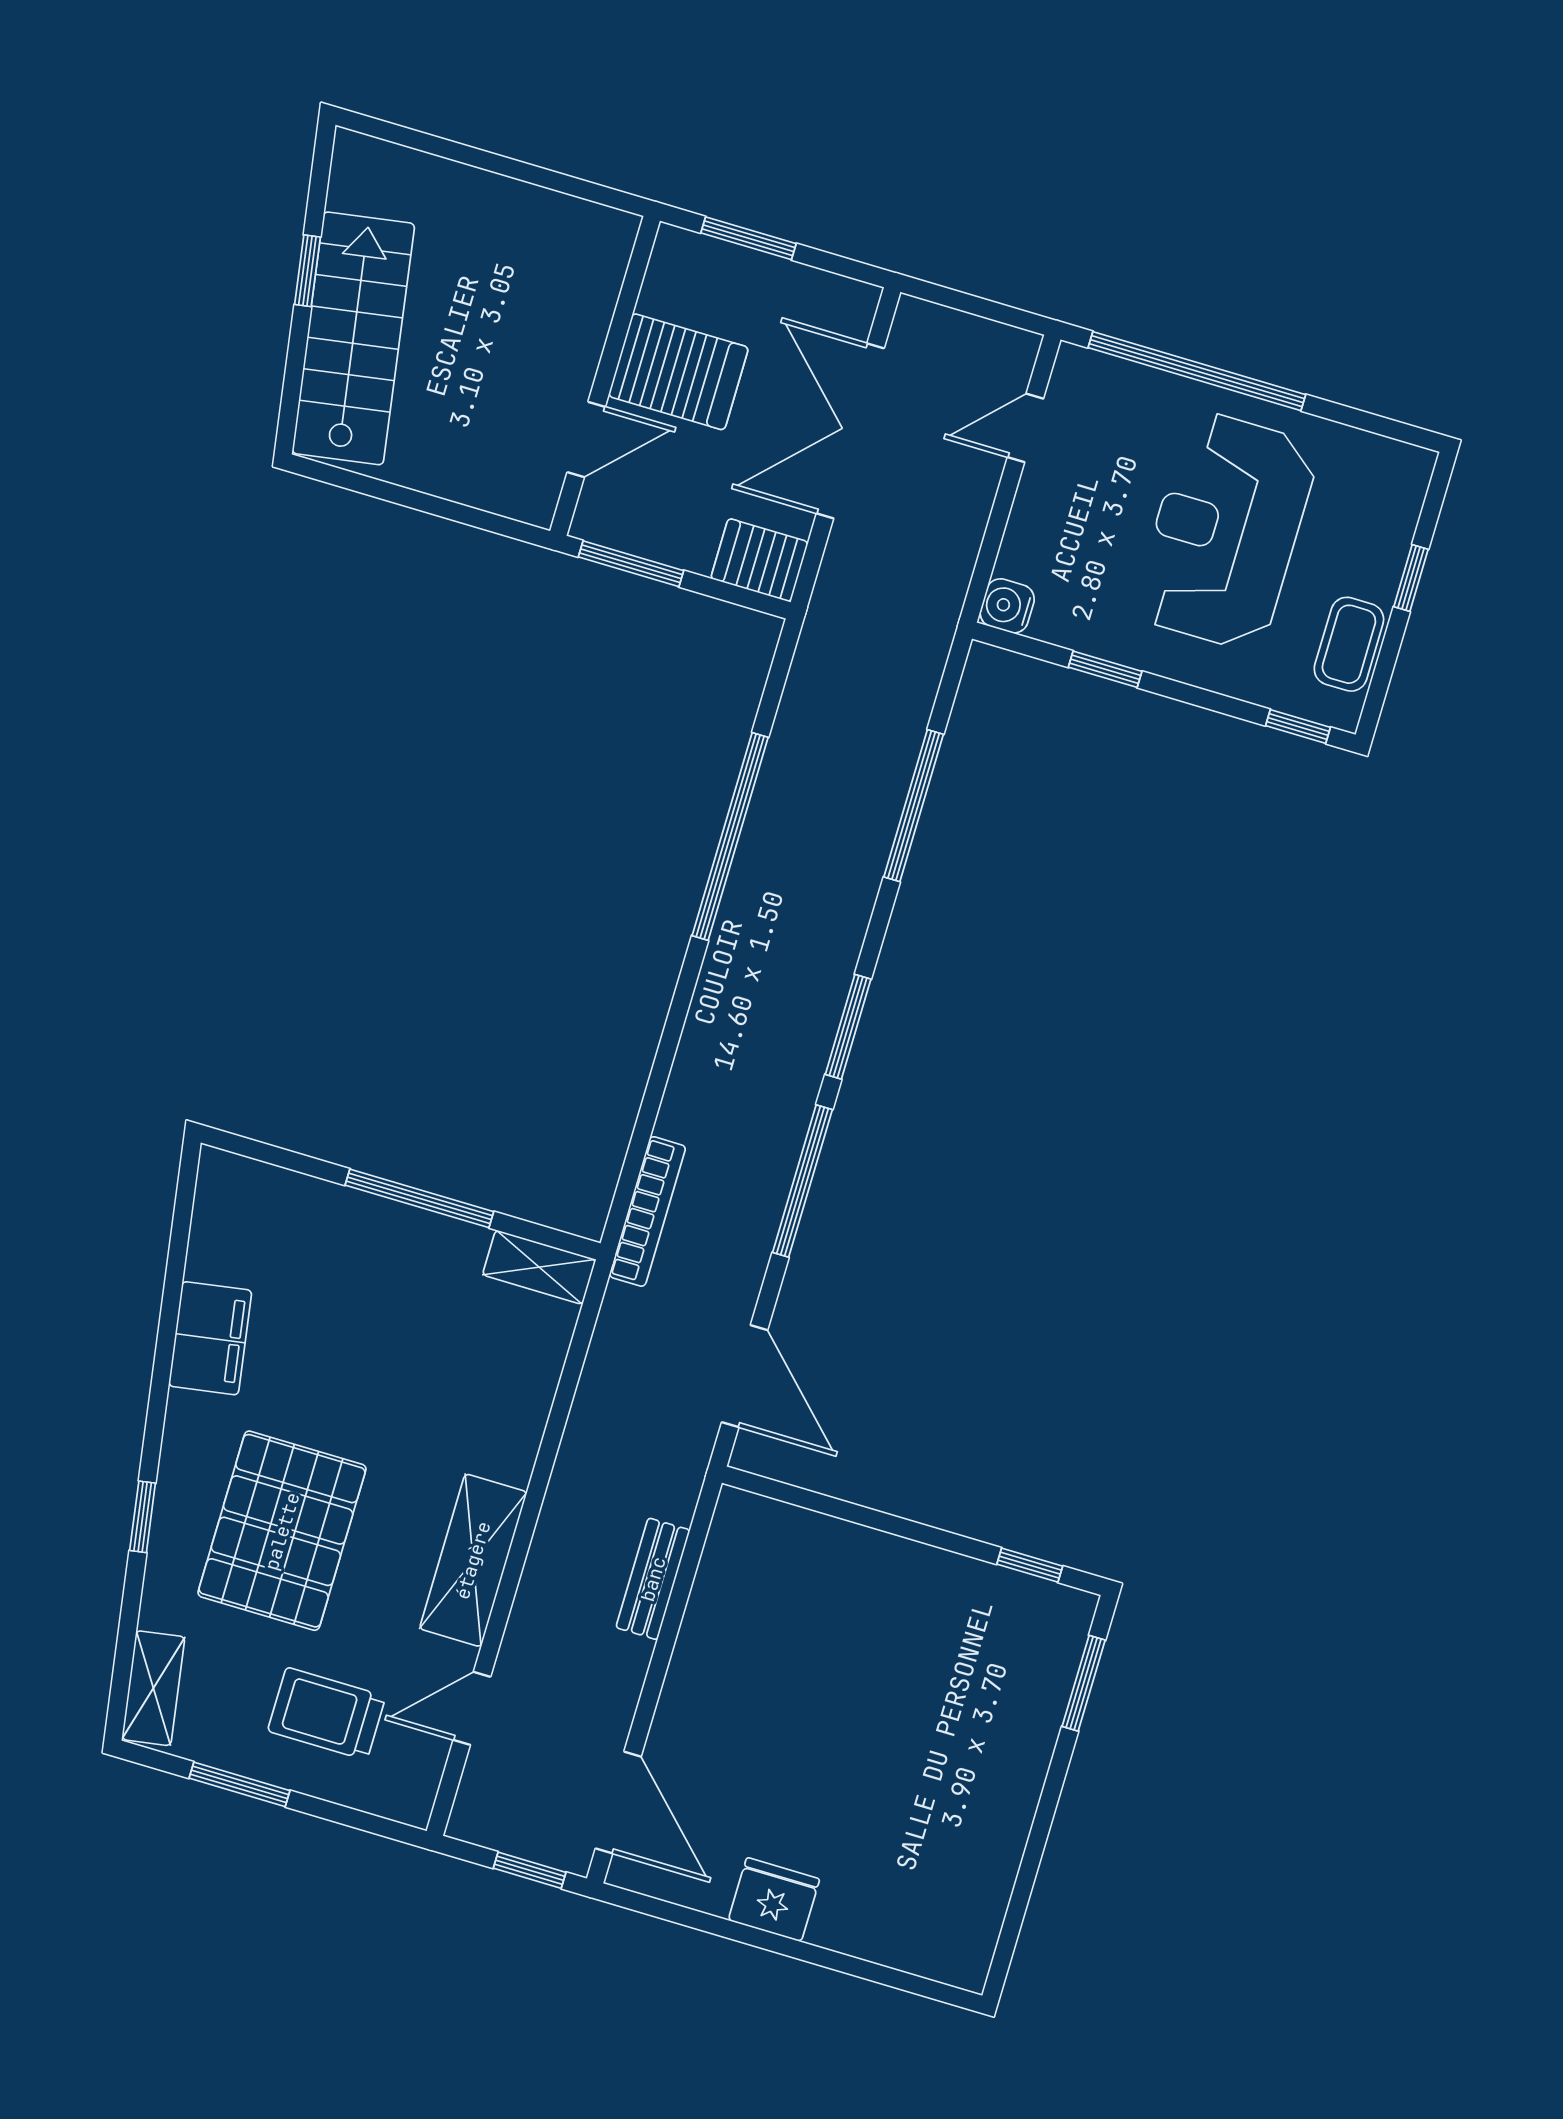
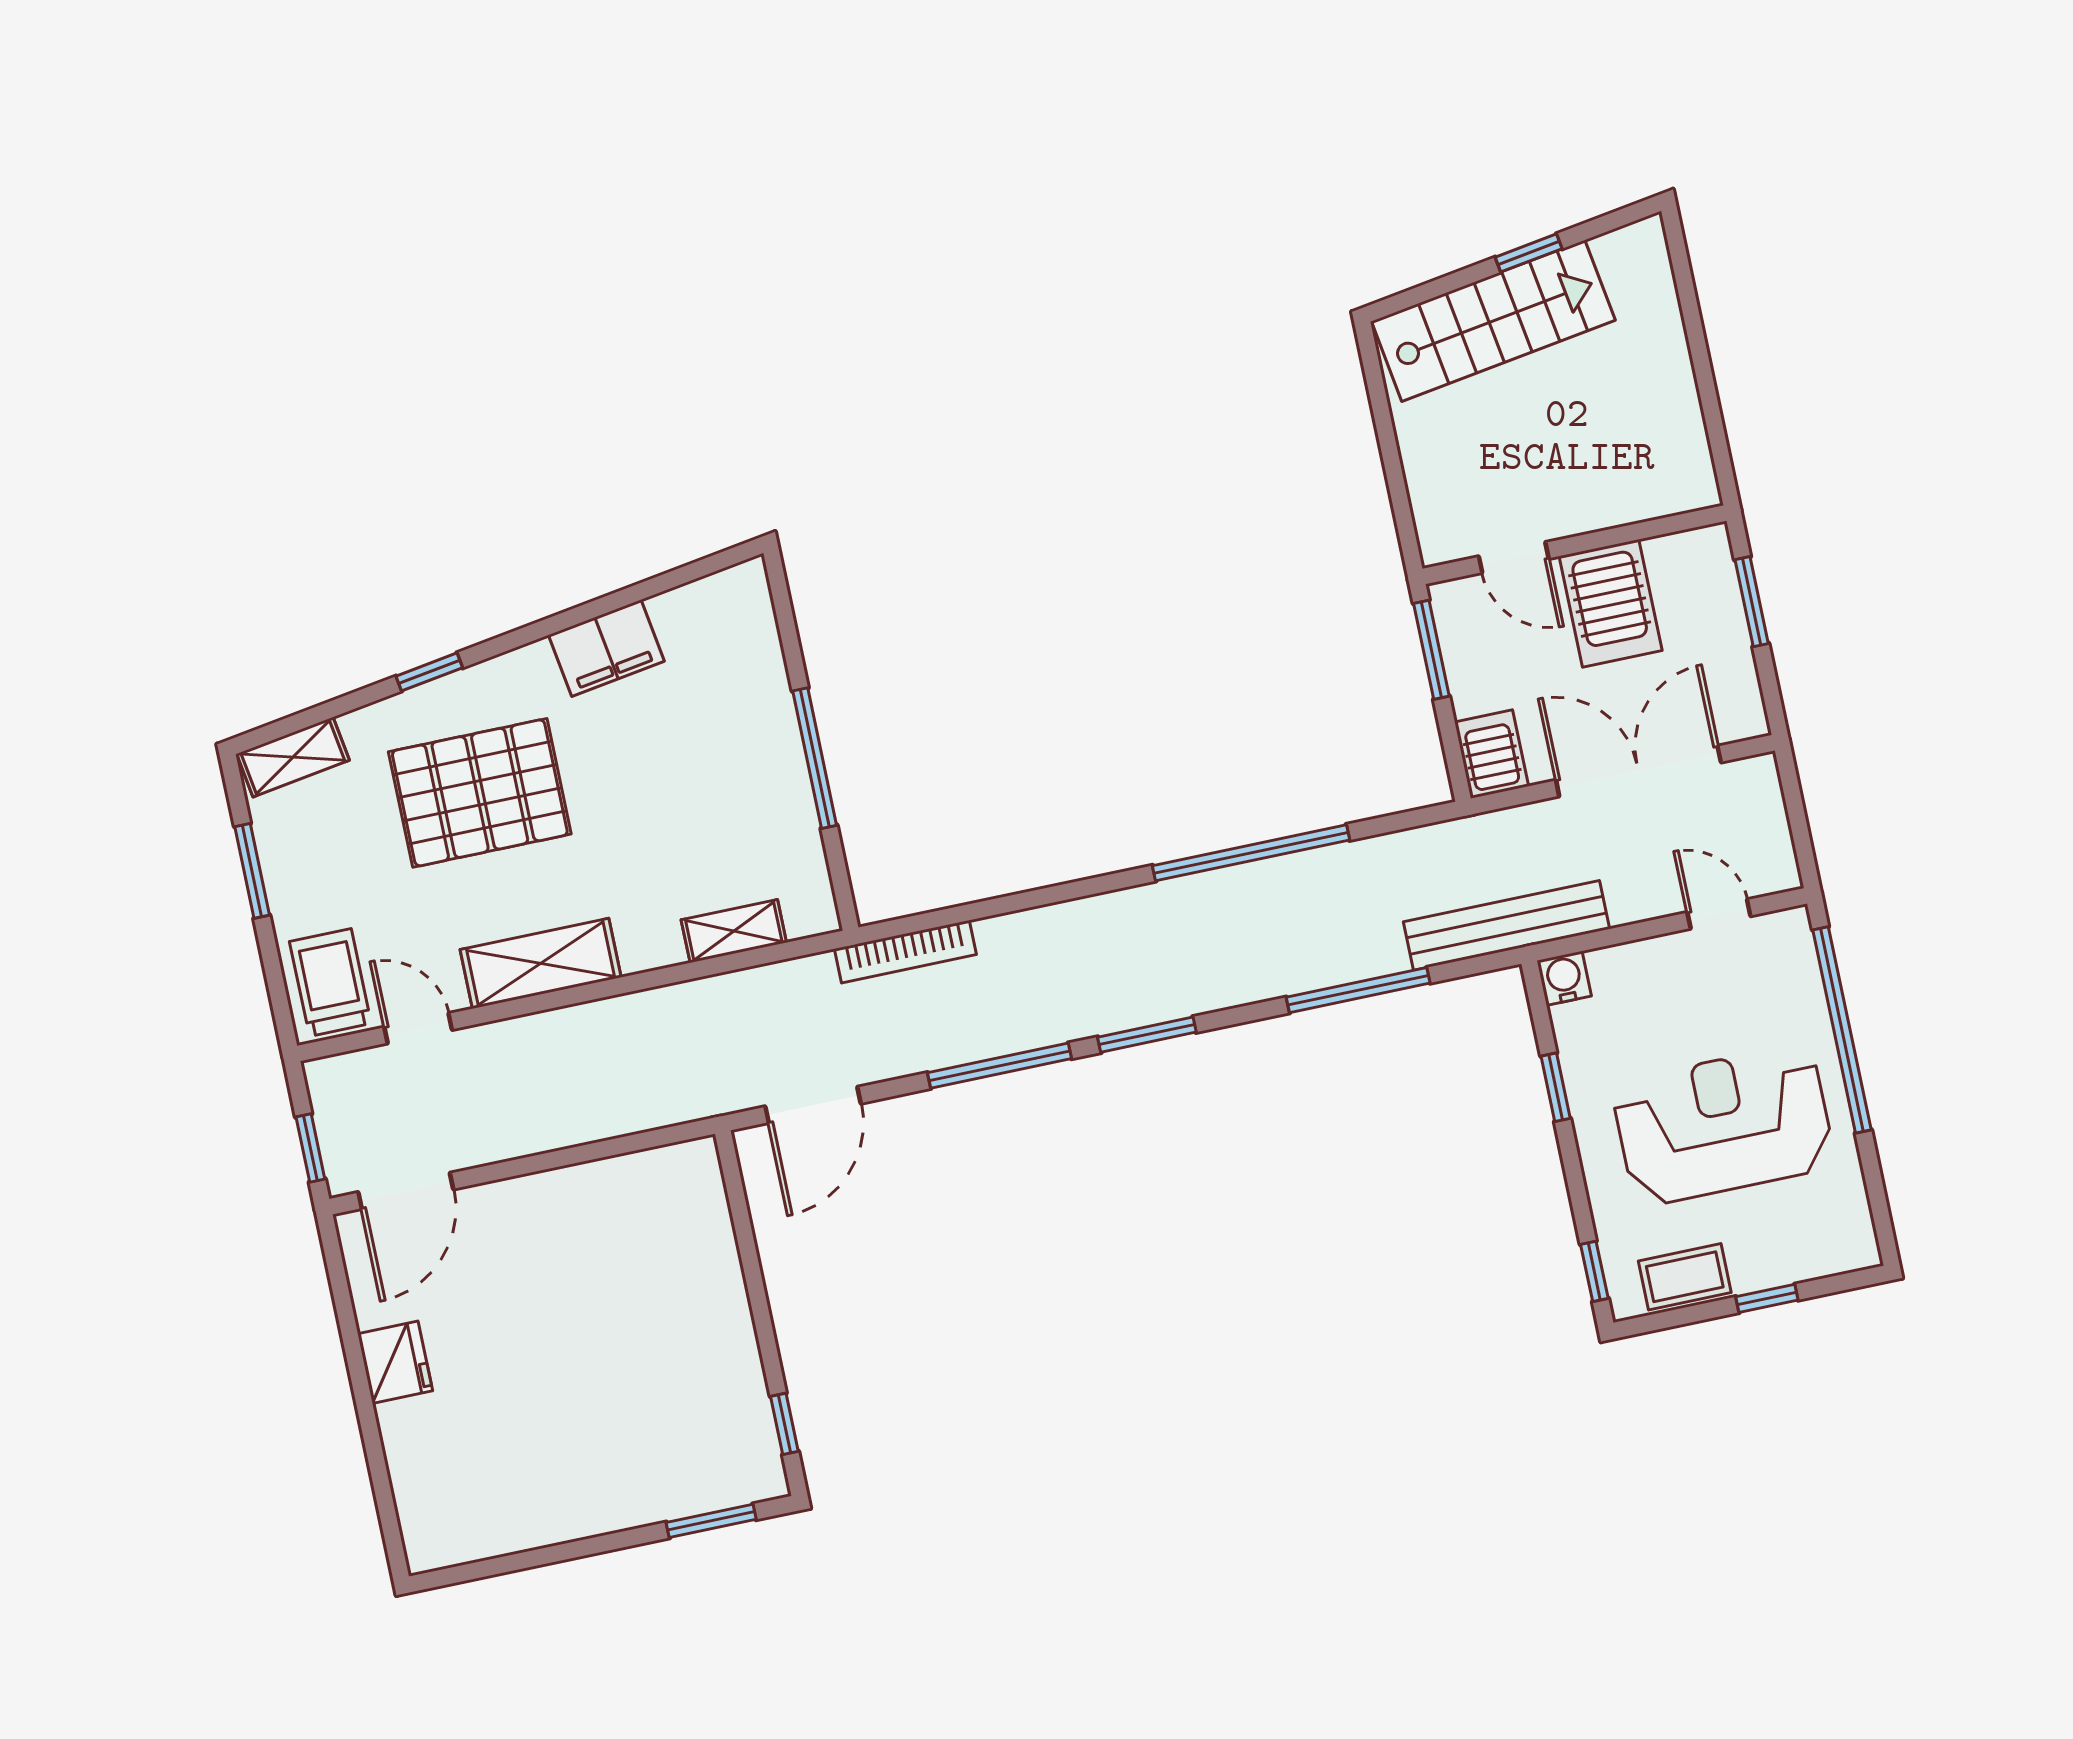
shelving: (539, 1267) -> (734, 931), moved, turned 90
bench: (653, 1579) -> (1507, 925), moved, width x1.86, depth x1.21
trolley: (327, 1714) -> (330, 982), moved

